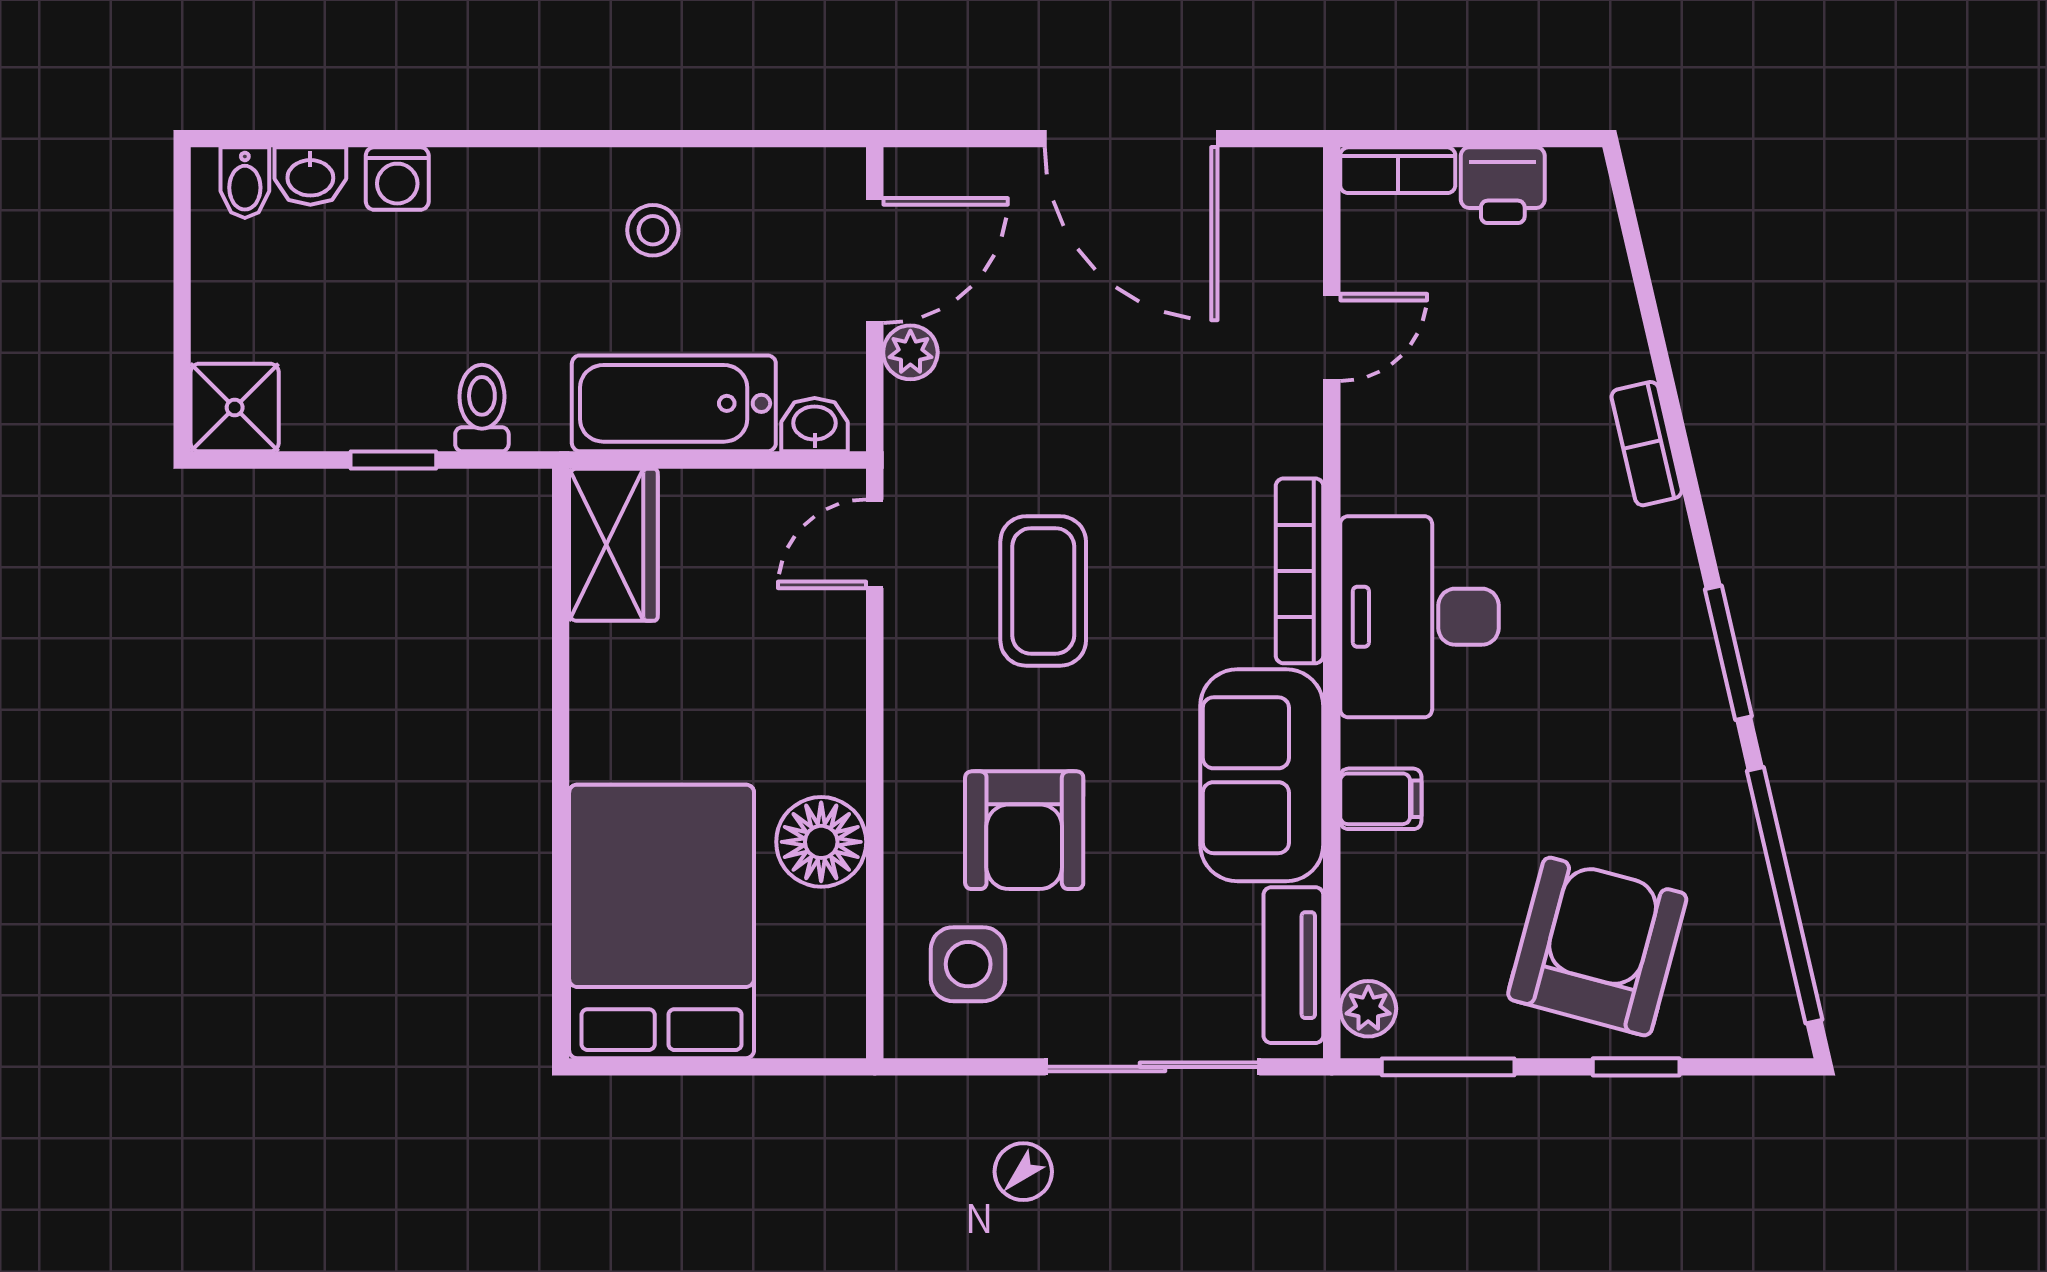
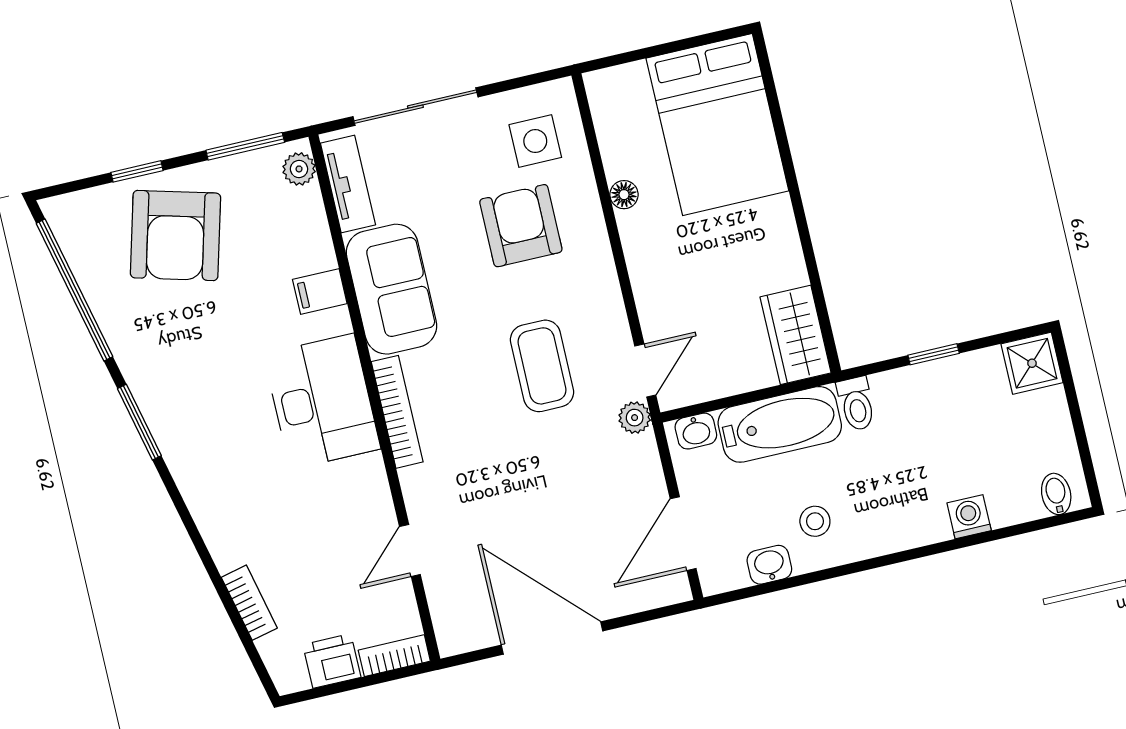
washbasin: (310, 176) -> (769, 565), moved
plant: (910, 352) -> (635, 418), moved
toilet: (482, 408) -> (856, 404), moved
bookcase: (1647, 444) -> (249, 603), moved
floor lamp: (821, 842) -> (624, 195), width x0.53, depth x0.53

